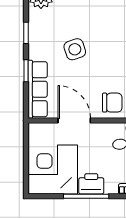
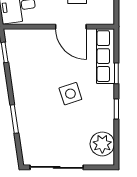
chair: (112, 103) -> (35, 43), removed

